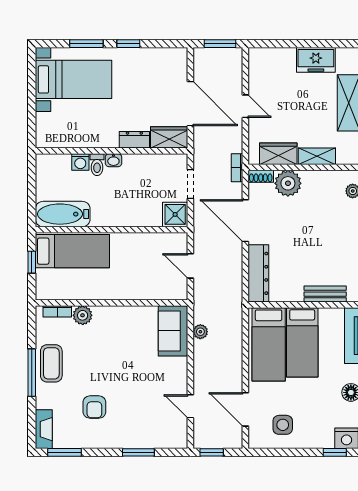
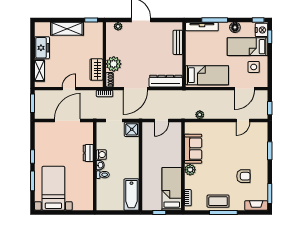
wardrobe: (169, 137) -> (87, 133), removed
shelving: (317, 156) -> (40, 71), moved
washing machine: (80, 162) -> (101, 155), moved
bed: (72, 251) -> (172, 189), moved
plant: (83, 315) -> (190, 170), moved
sofa: (173, 331) -> (193, 149), moved, turned -90
bed: (302, 342) -> (247, 47), moved, turned 180

